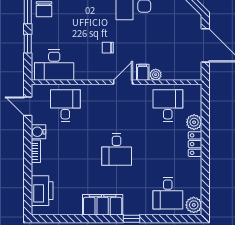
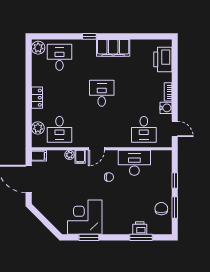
desk: (54, 65) -> (134, 163), moved
filing cabinet: (193, 74) -> (39, 156), added
plant: (194, 122) -> (38, 128), moved

